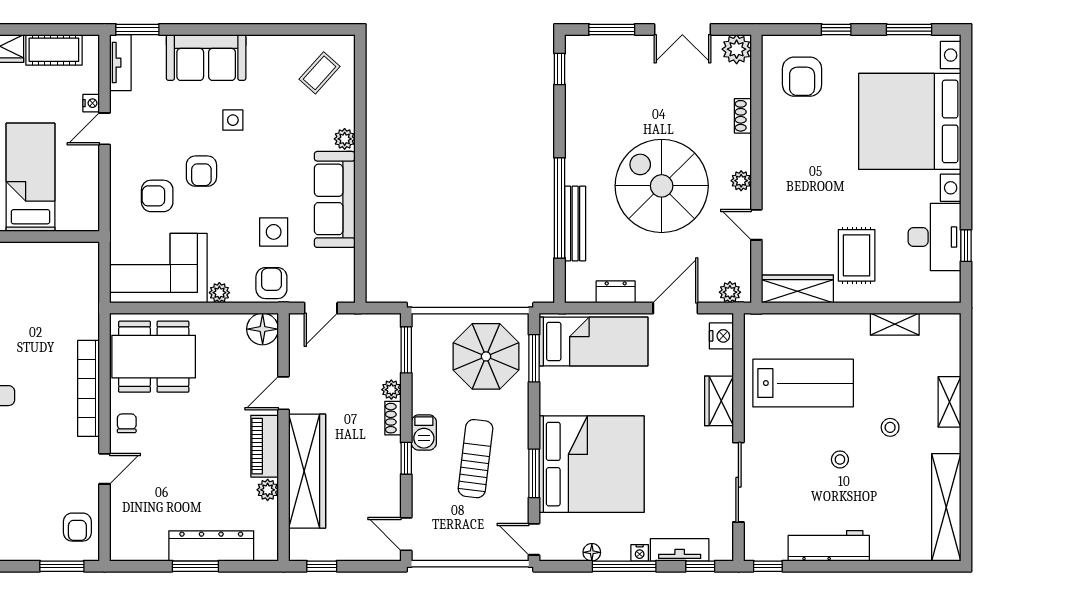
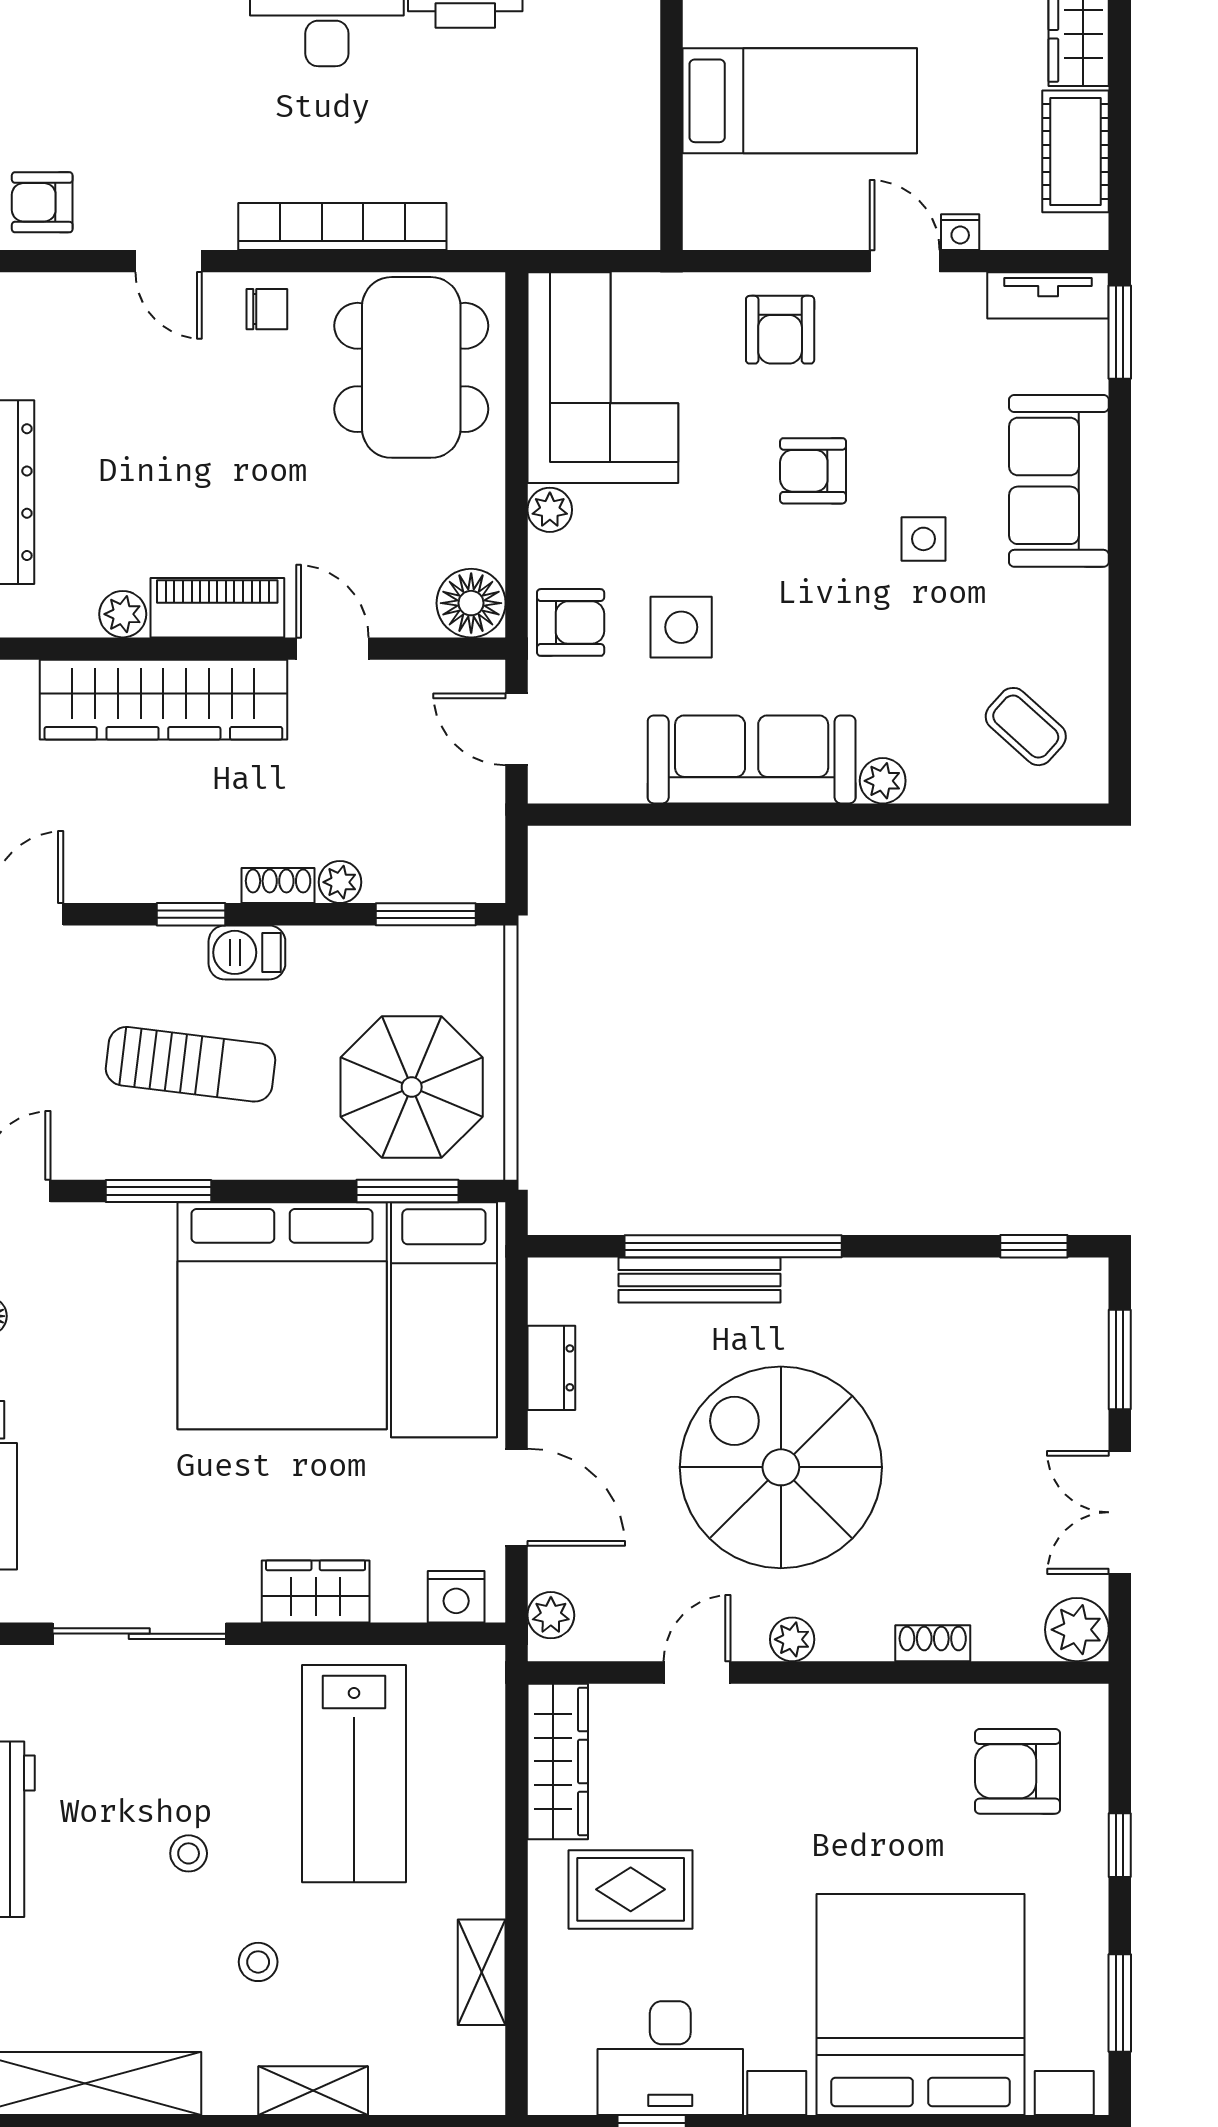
spiral stairs: (662, 186) -> (781, 1467), turned -90
armchair: (157, 196) -> (780, 330), moved, turned 180
bed: (592, 464) -> (282, 1316), moved

